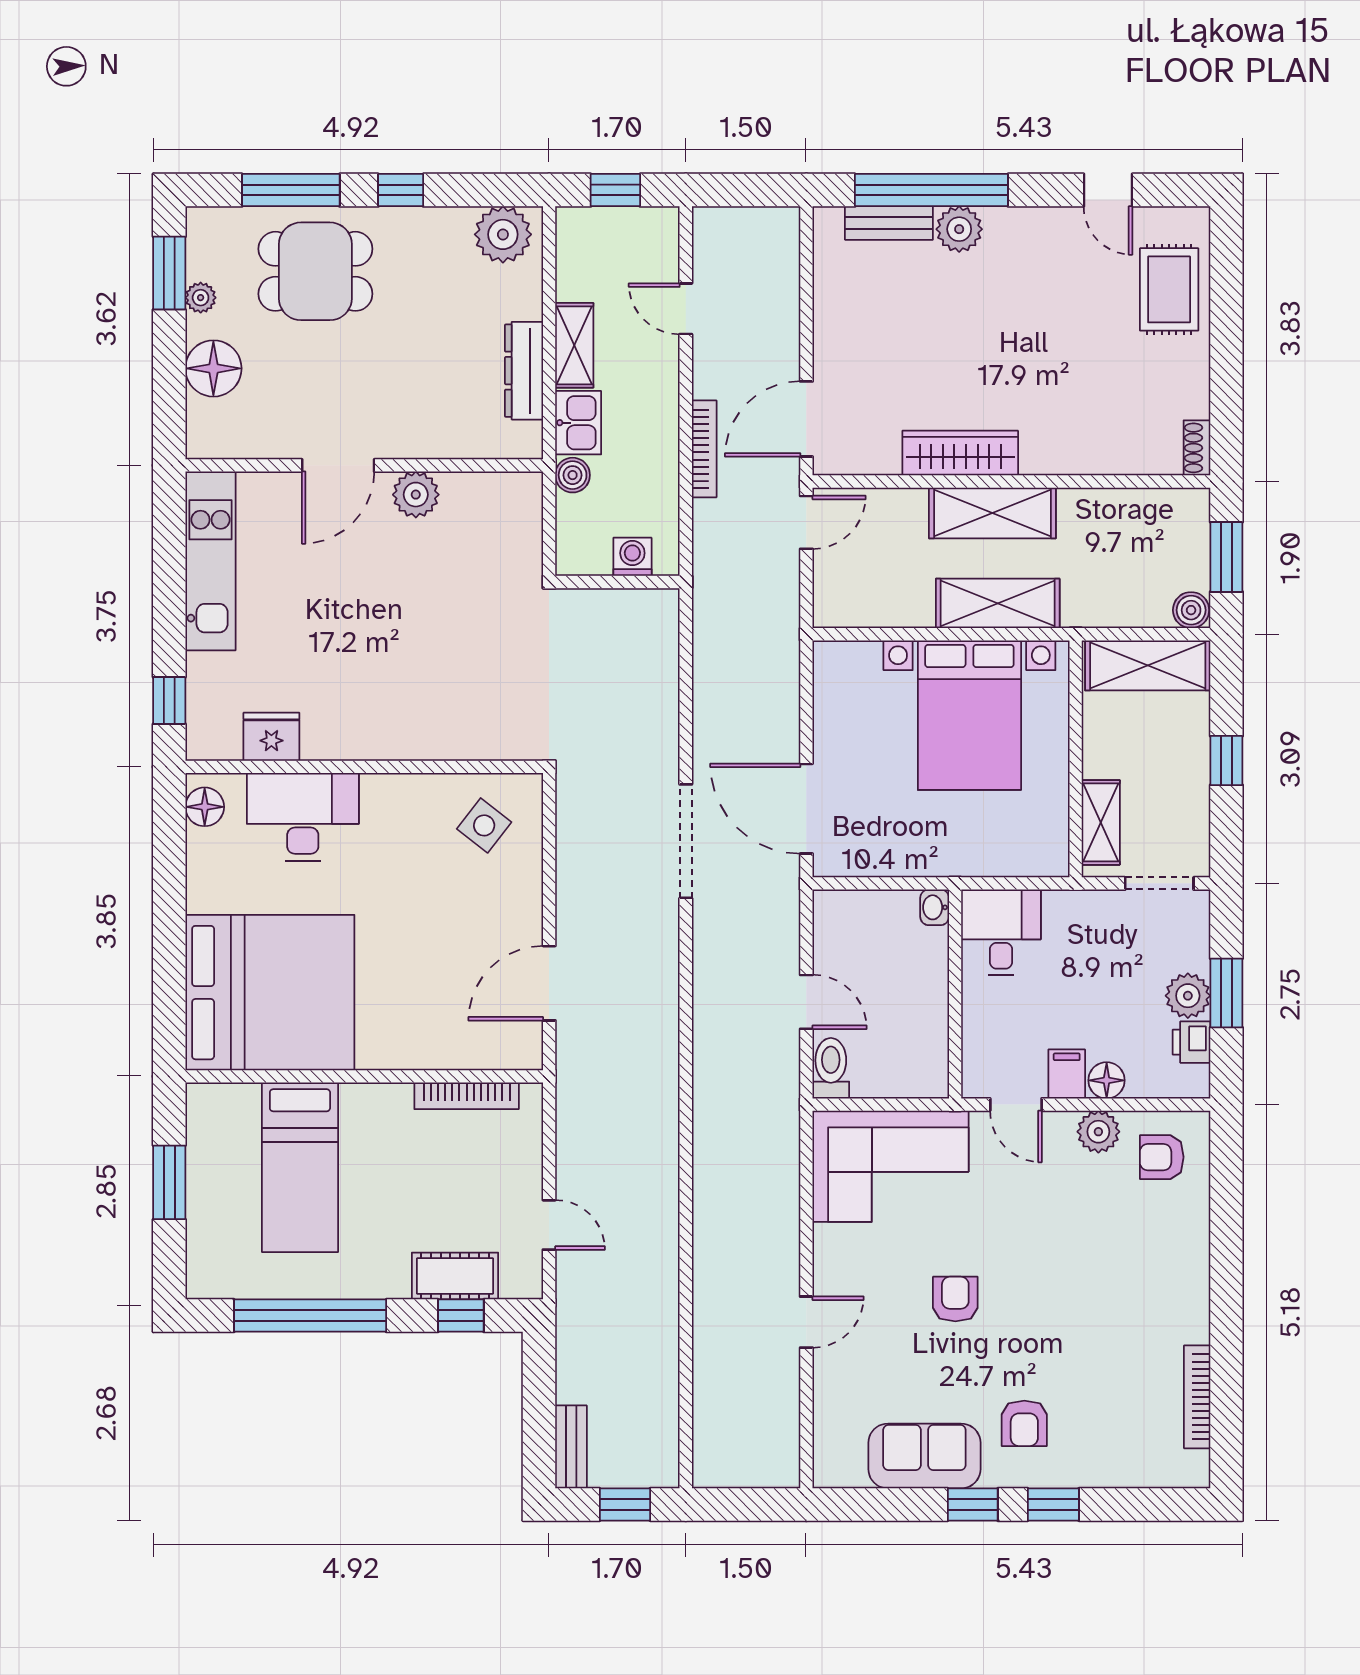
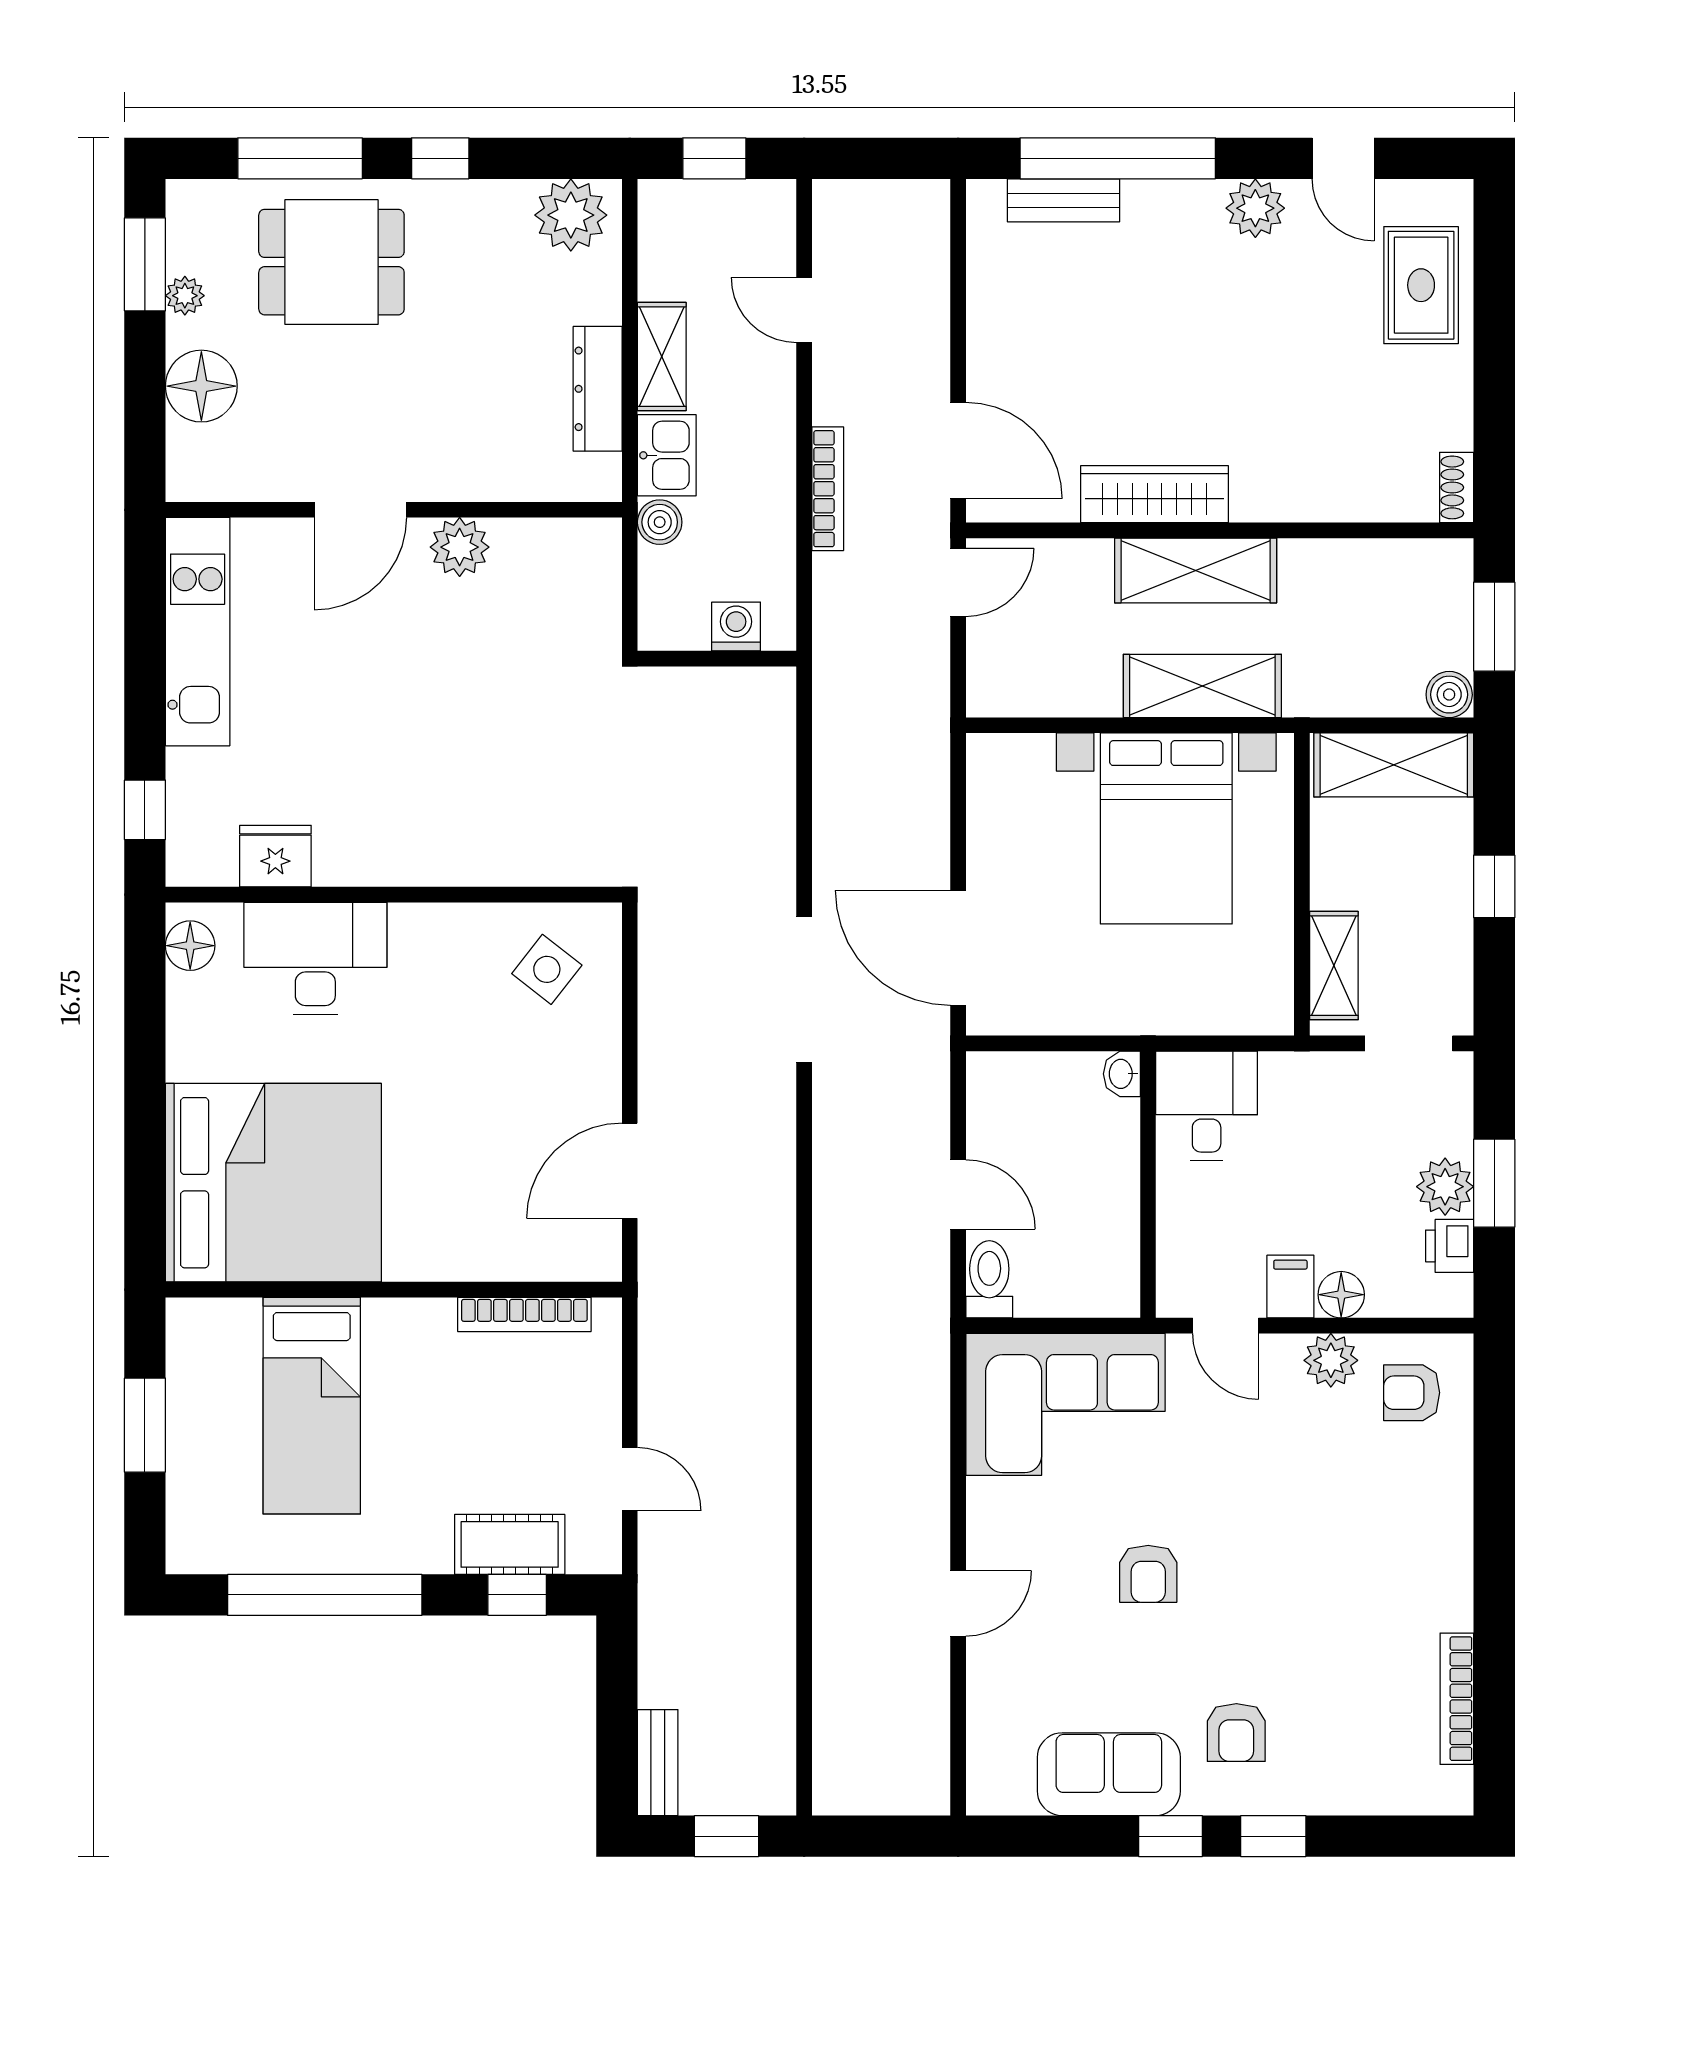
plant: (959, 229) -> (1255, 208), moved
door: (806, 419) -> (958, 451), swing flipped
armchair: (955, 1299) -> (1148, 1574), turned 180

